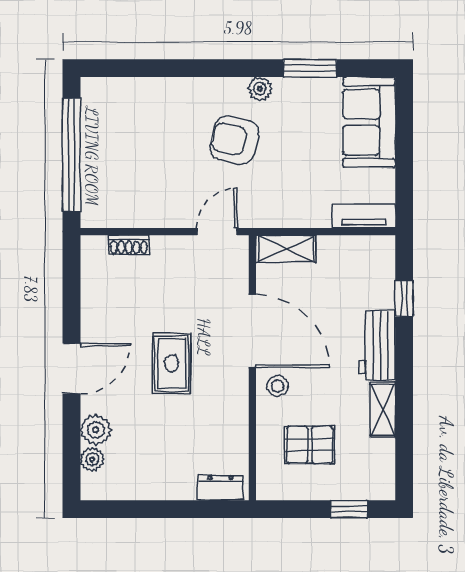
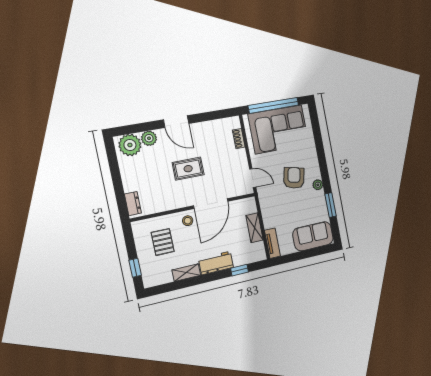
corner sofa: (124, 154) -> (279, 129), added
shelving: (286, 249) -> (255, 228), moved
plant: (92, 459) -> (130, 145), width x1.87, depth x1.87

